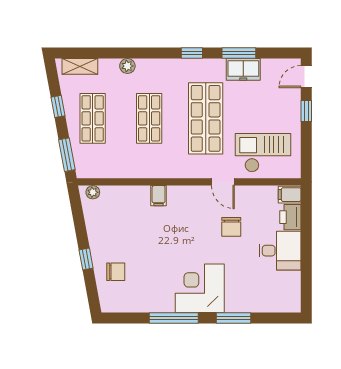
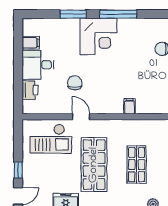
filing cabinet: (290, 195) -> (31, 43), moved

